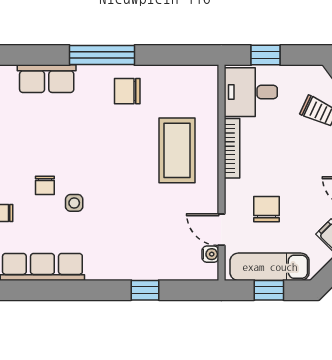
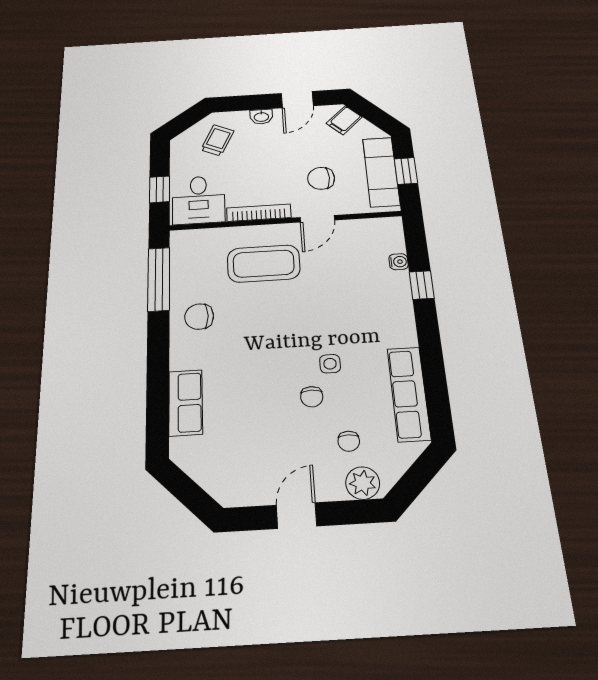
window: (102, 55) -> (159, 279), moved
chair: (127, 91) -> (199, 317), turned 90
chair: (45, 185) -> (312, 397), turned 90
door: (221, 230) -> (317, 219), moved
water cooler: (210, 254) -> (399, 262), moved, turned 90

